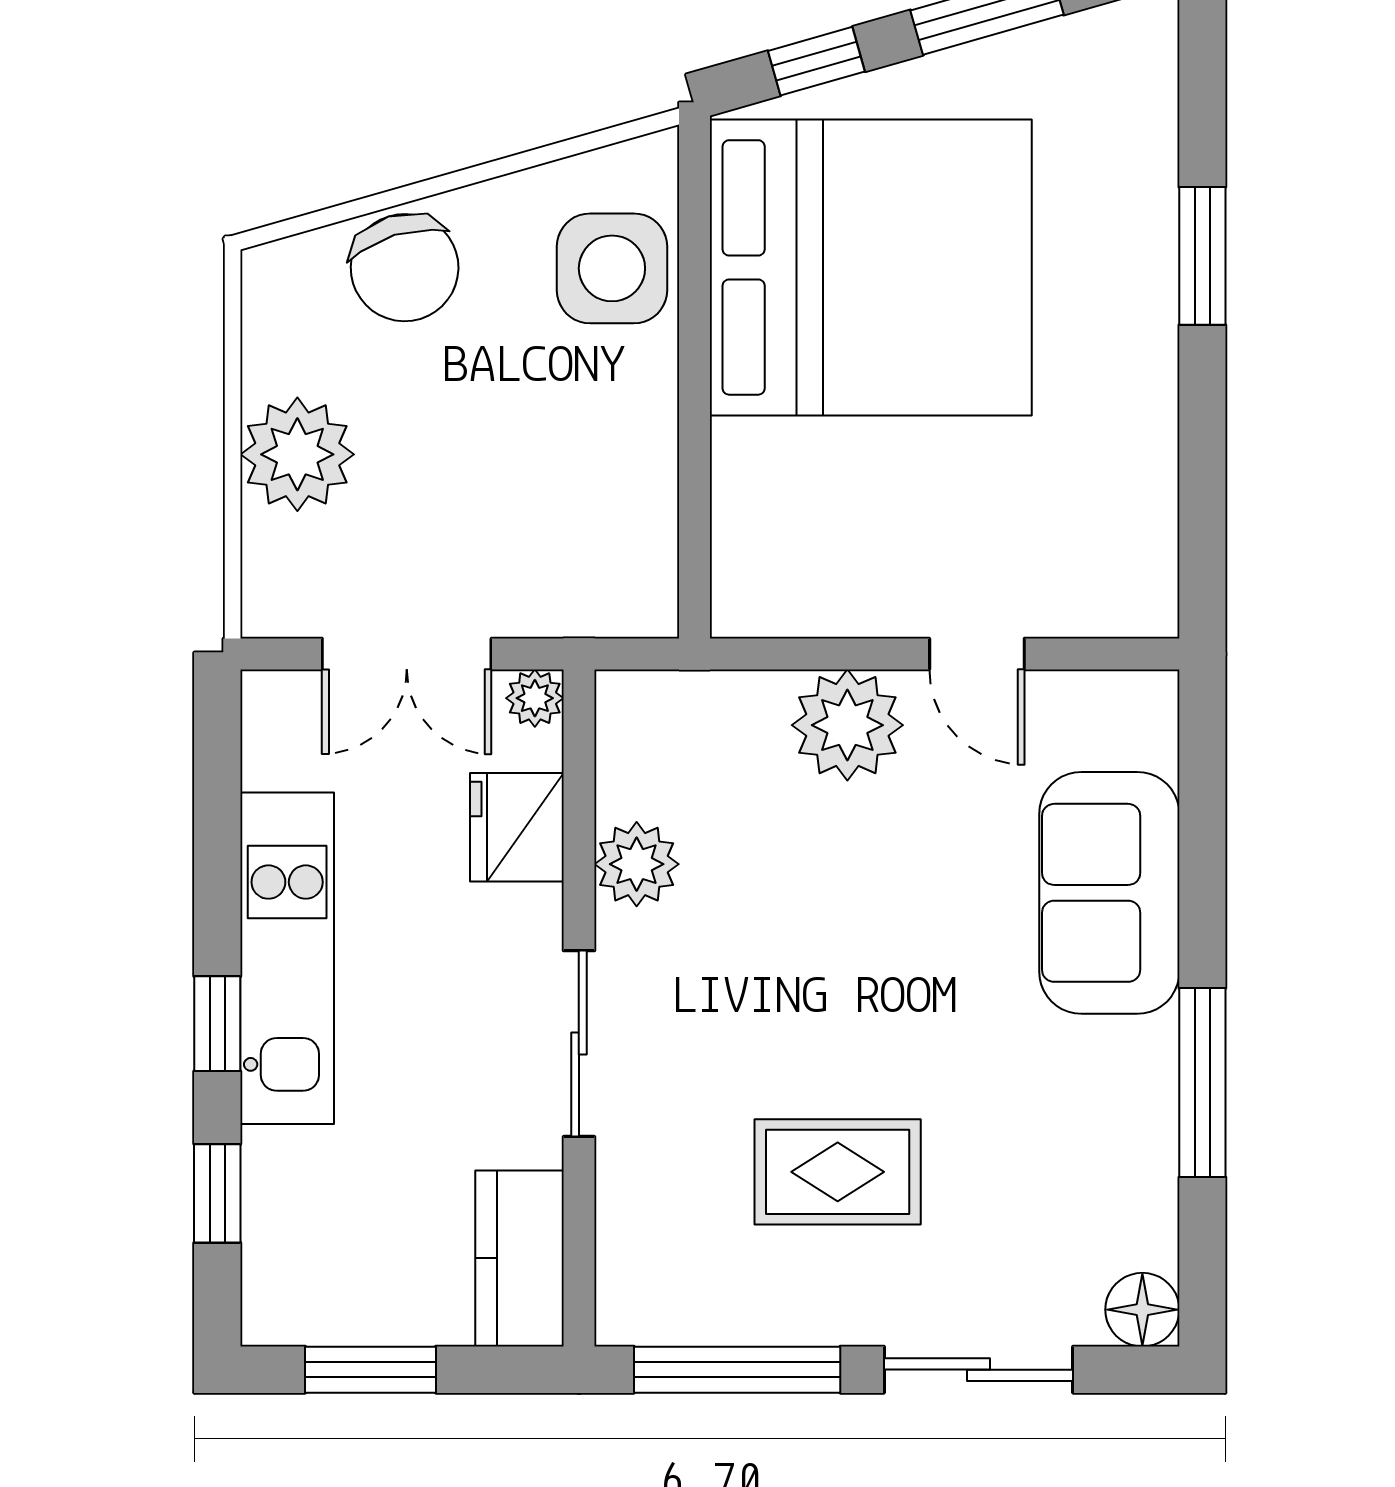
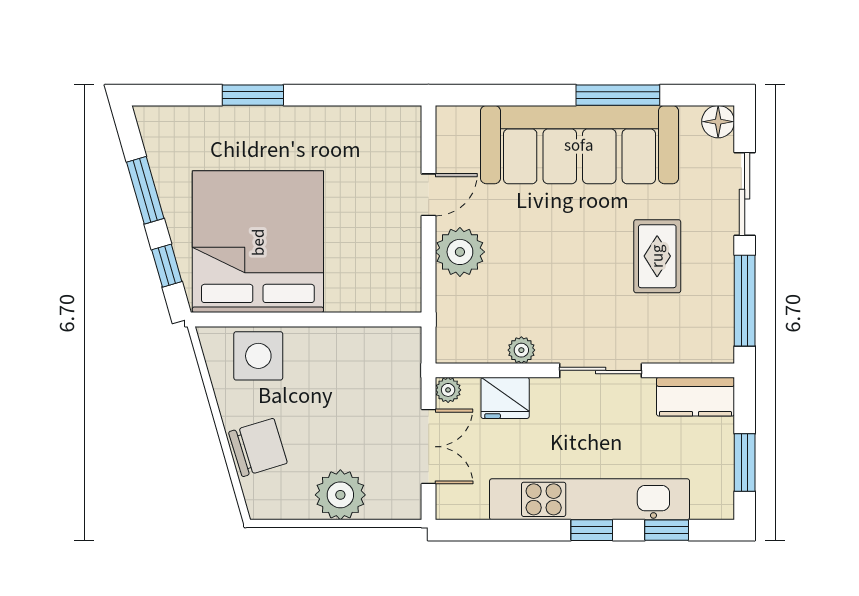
plant: (637, 864) -> (521, 350), width x0.73, depth x0.73
sofa: (1109, 893) -> (579, 145), width x1.85, depth x1.27
kitchen unit: (287, 958) -> (590, 499), width x1.36

